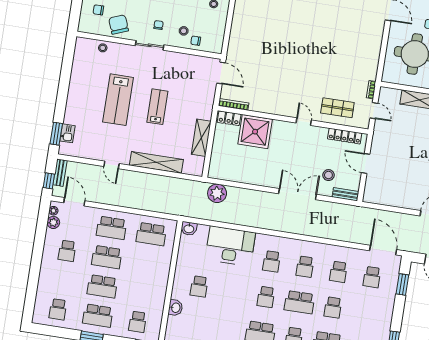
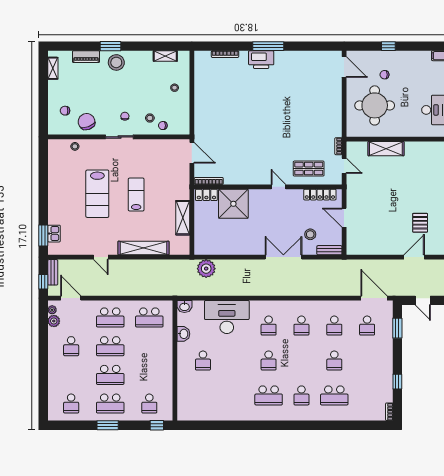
school desk: (299, 302) -> (301, 361), removed
washbasin: (175, 308) -> (183, 334), moved

